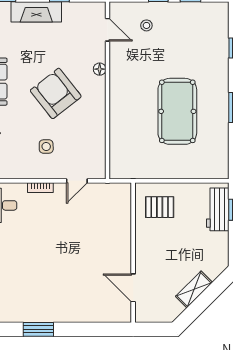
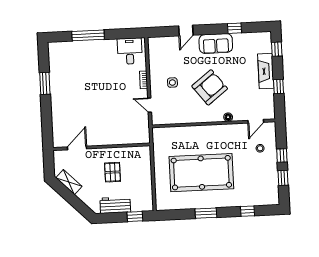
pool table: (177, 111) -> (201, 173), width x1.36, depth x1.32
pallet: (160, 207) -> (112, 172), moved
workbench: (218, 209) -> (115, 205), moved
shelving: (194, 289) -> (69, 182), moved

